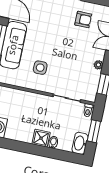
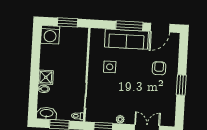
armchair: (83, 19) -> (159, 68), moved, turned 180

